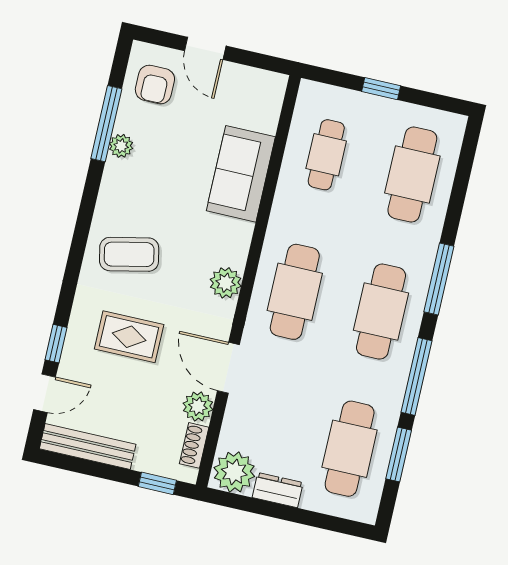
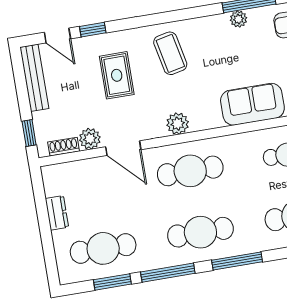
door: (228, 368) -> (123, 148), swing flipped
plant: (234, 472) -> (57, 180), removed

